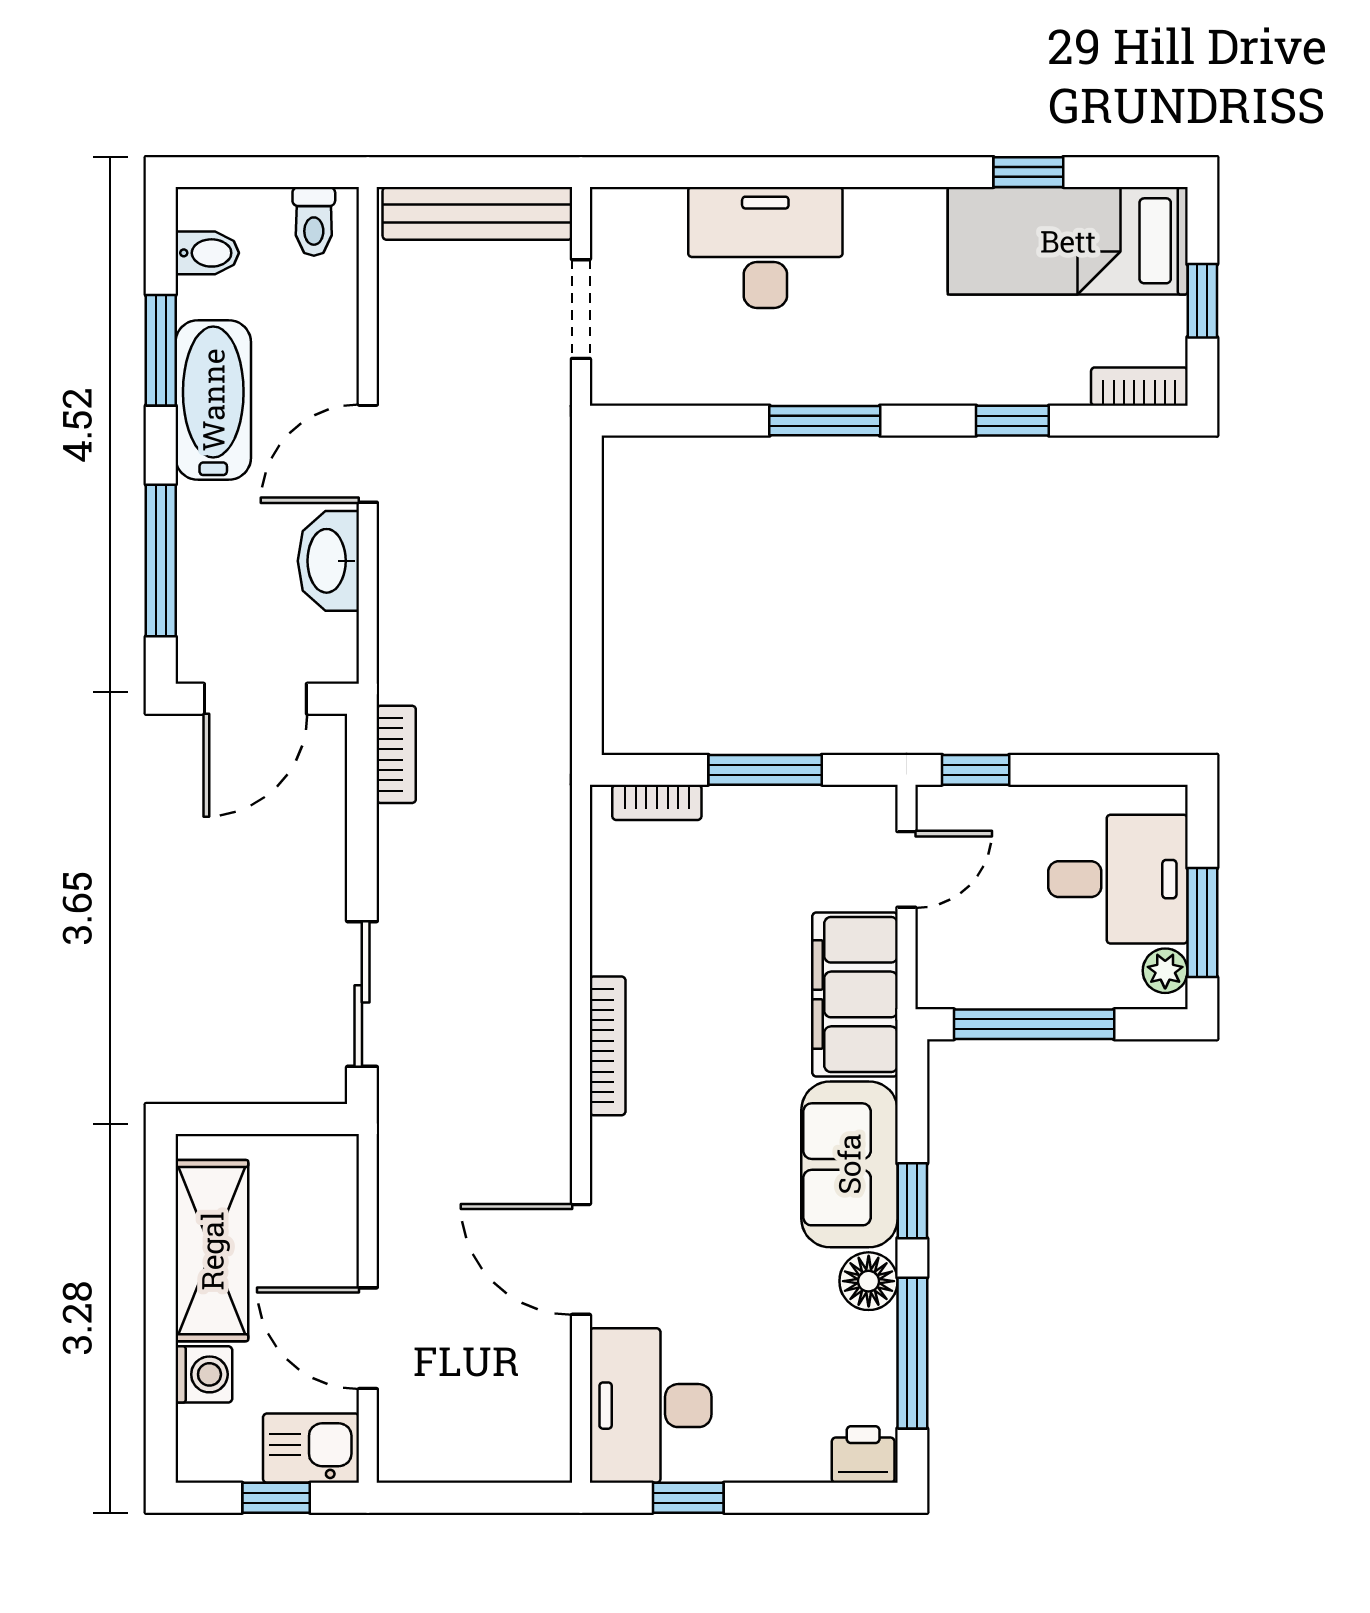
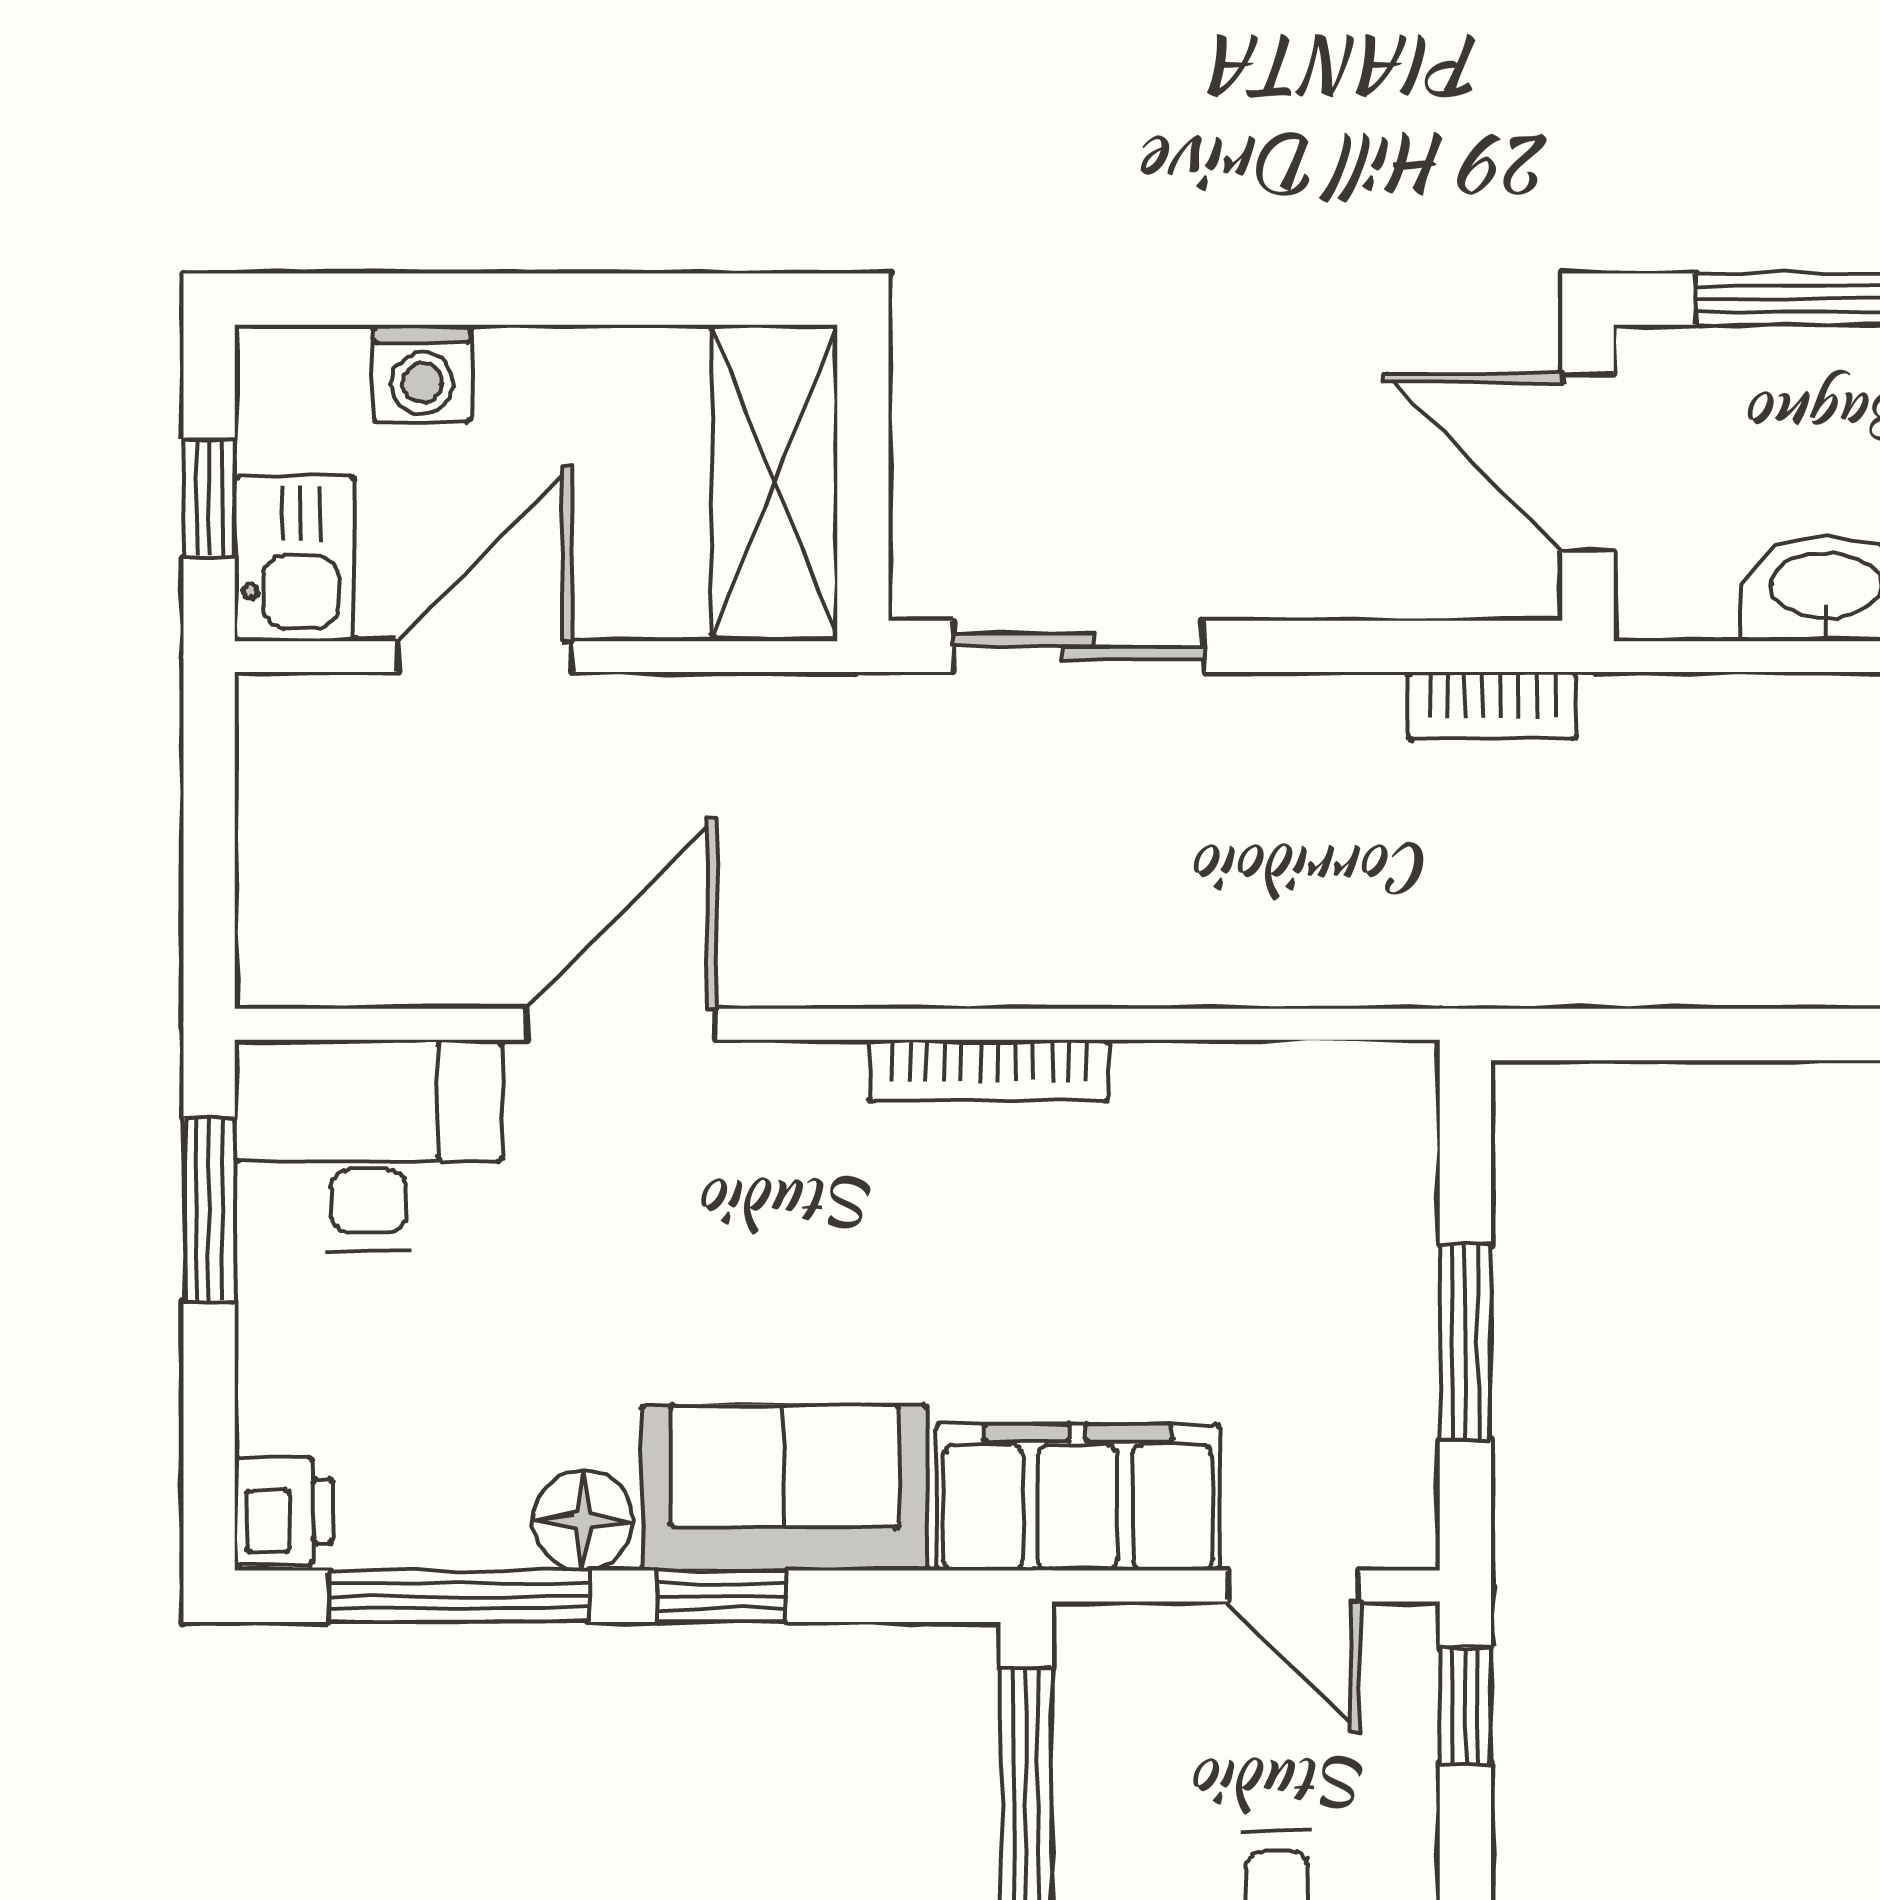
bookcase: (657, 802) -> (1409, 1156), removed
shelving: (212, 1251) -> (775, 481), moved, turned 90
window: (688, 1498) -> (209, 1210), width x1.50

